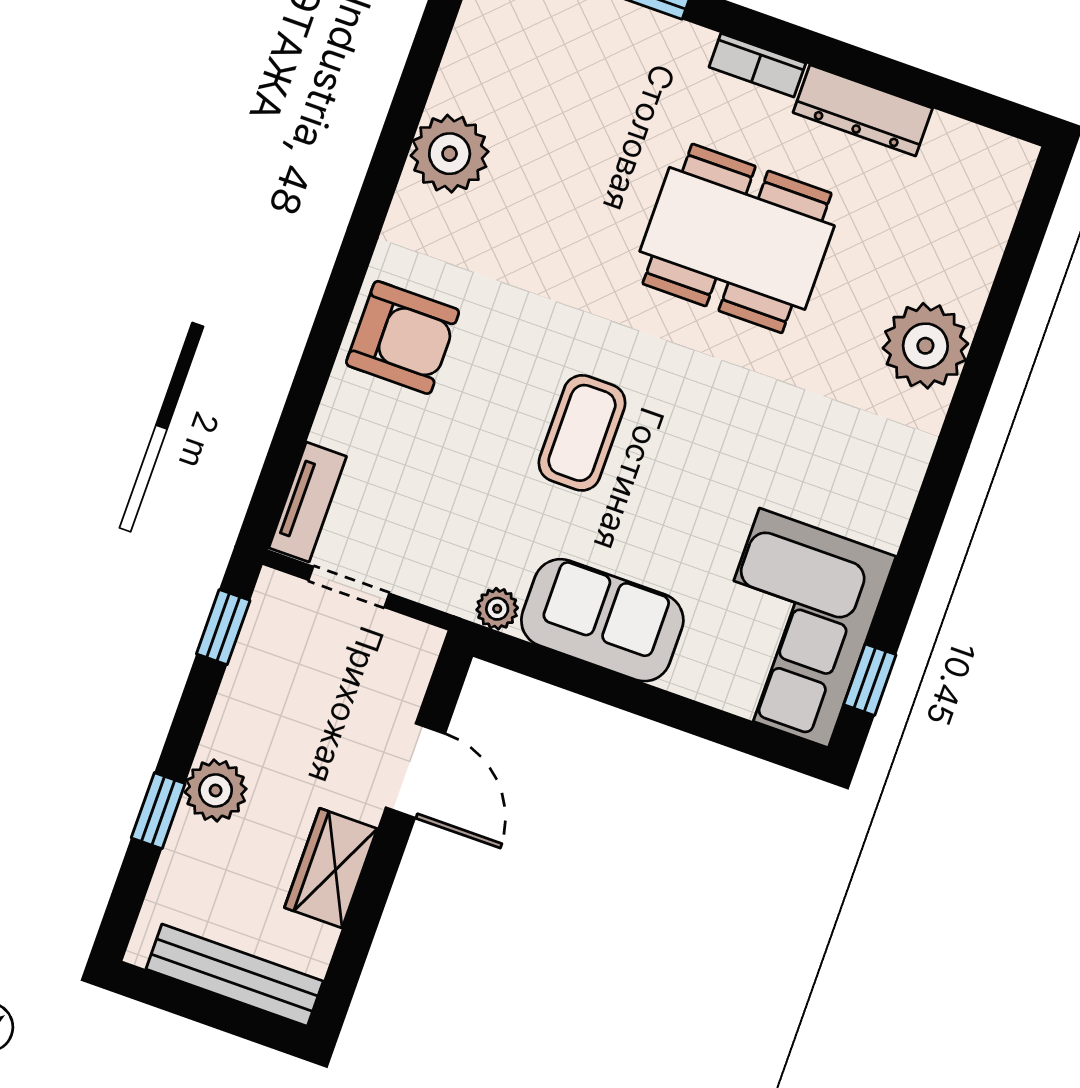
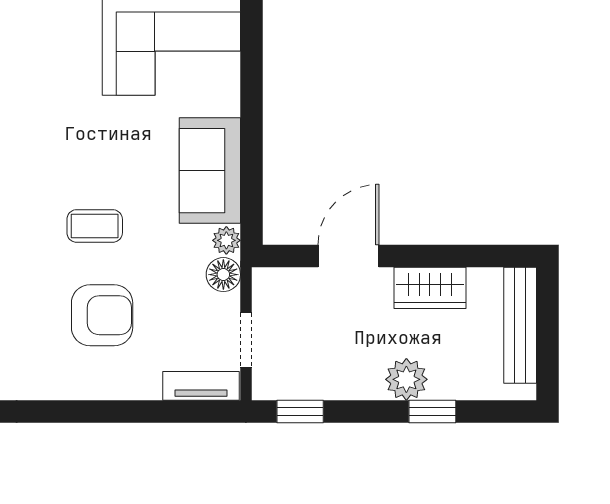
armchair: (403, 337) -> (102, 315), moved, turned 90
coffee table: (582, 433) -> (95, 226), width x0.73, depth x0.77
floor lamp: (451, 588) -> (223, 275), added

